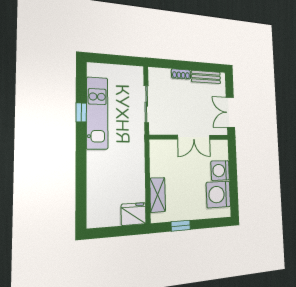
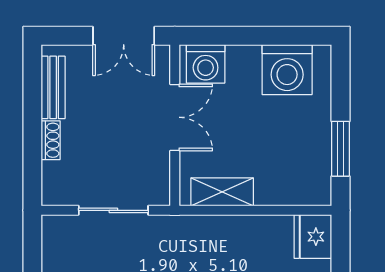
washing machine: (220, 170) -> (206, 64), moved
shelving: (158, 195) -> (222, 192), moved
window: (181, 226) -> (340, 149), width x1.50

